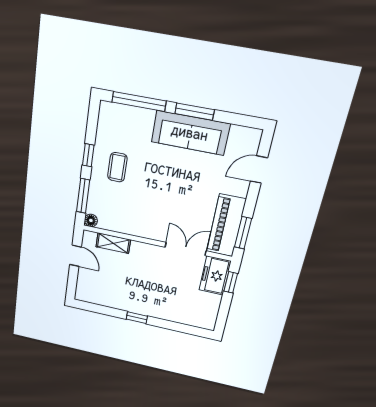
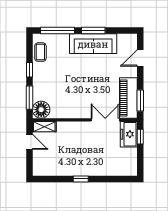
coffee table: (117, 167) -> (40, 52), moved
floor lamp: (91, 220) -> (41, 110), width x1.89, depth x1.89
shelving: (113, 243) -> (44, 127), moved

